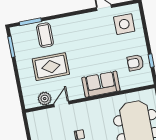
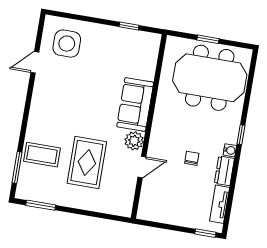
armchair: (135, 63) -> (124, 48), removed
plant: (45, 99) -> (134, 141), moved
door: (61, 104) -> (142, 167), swing flipped

